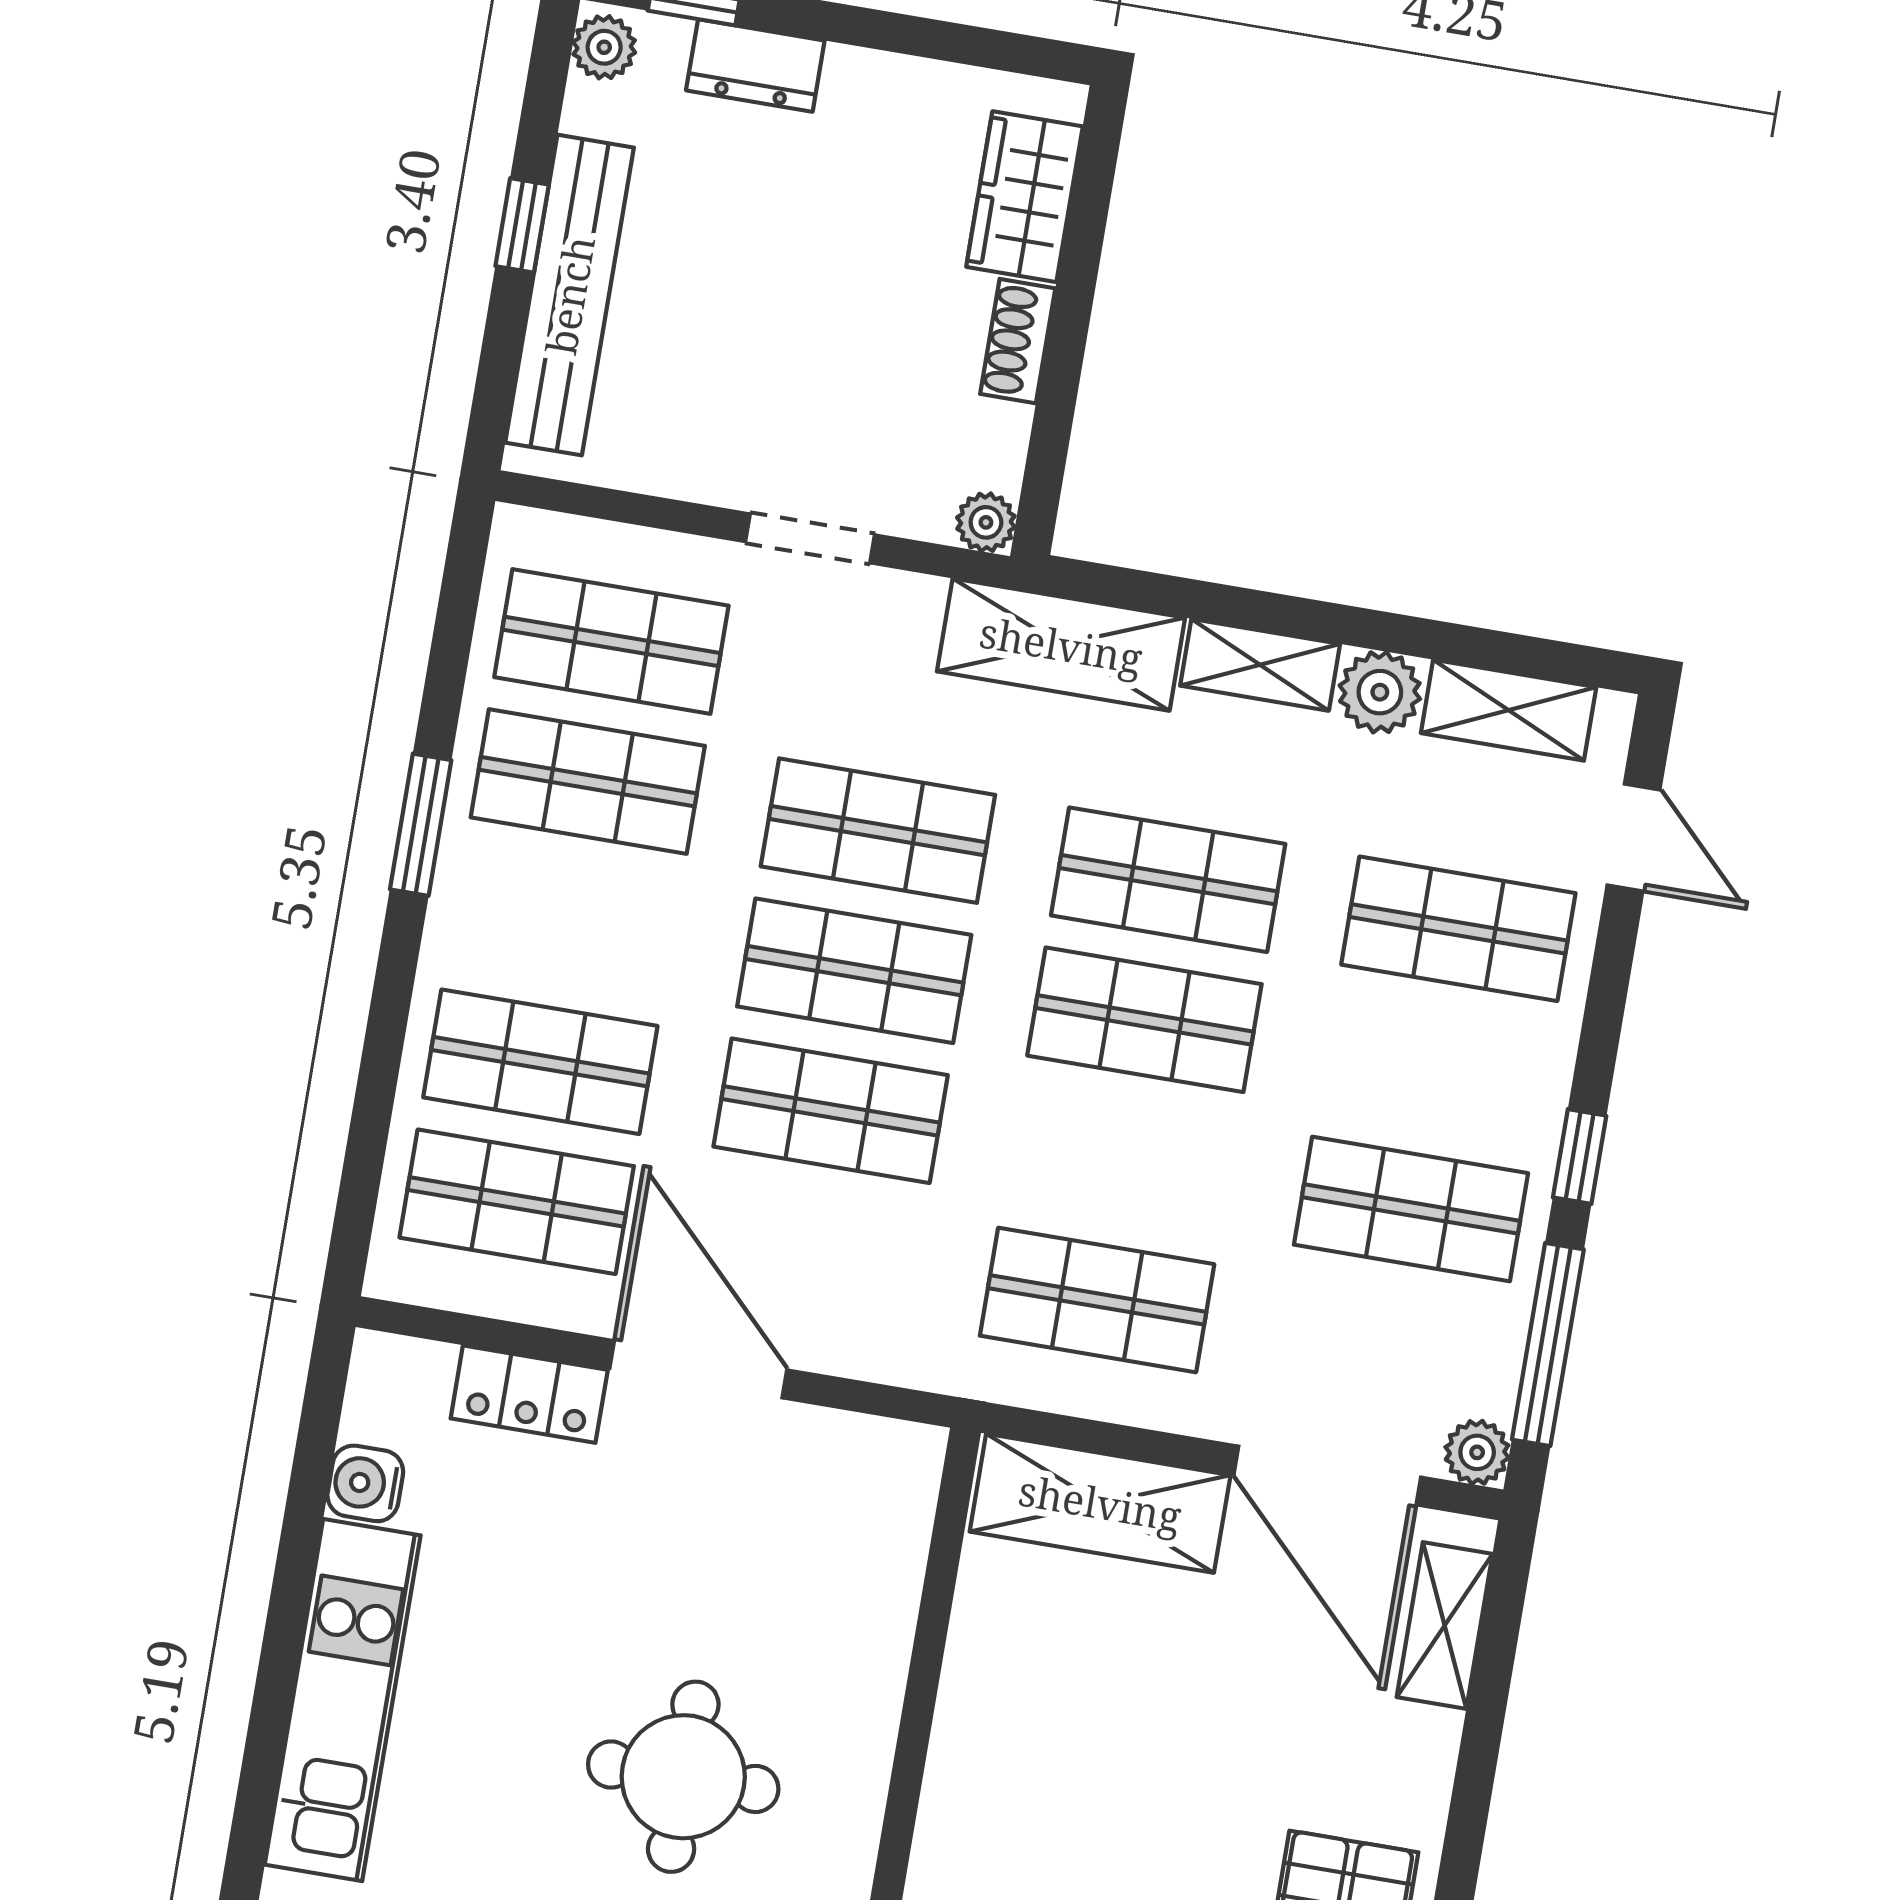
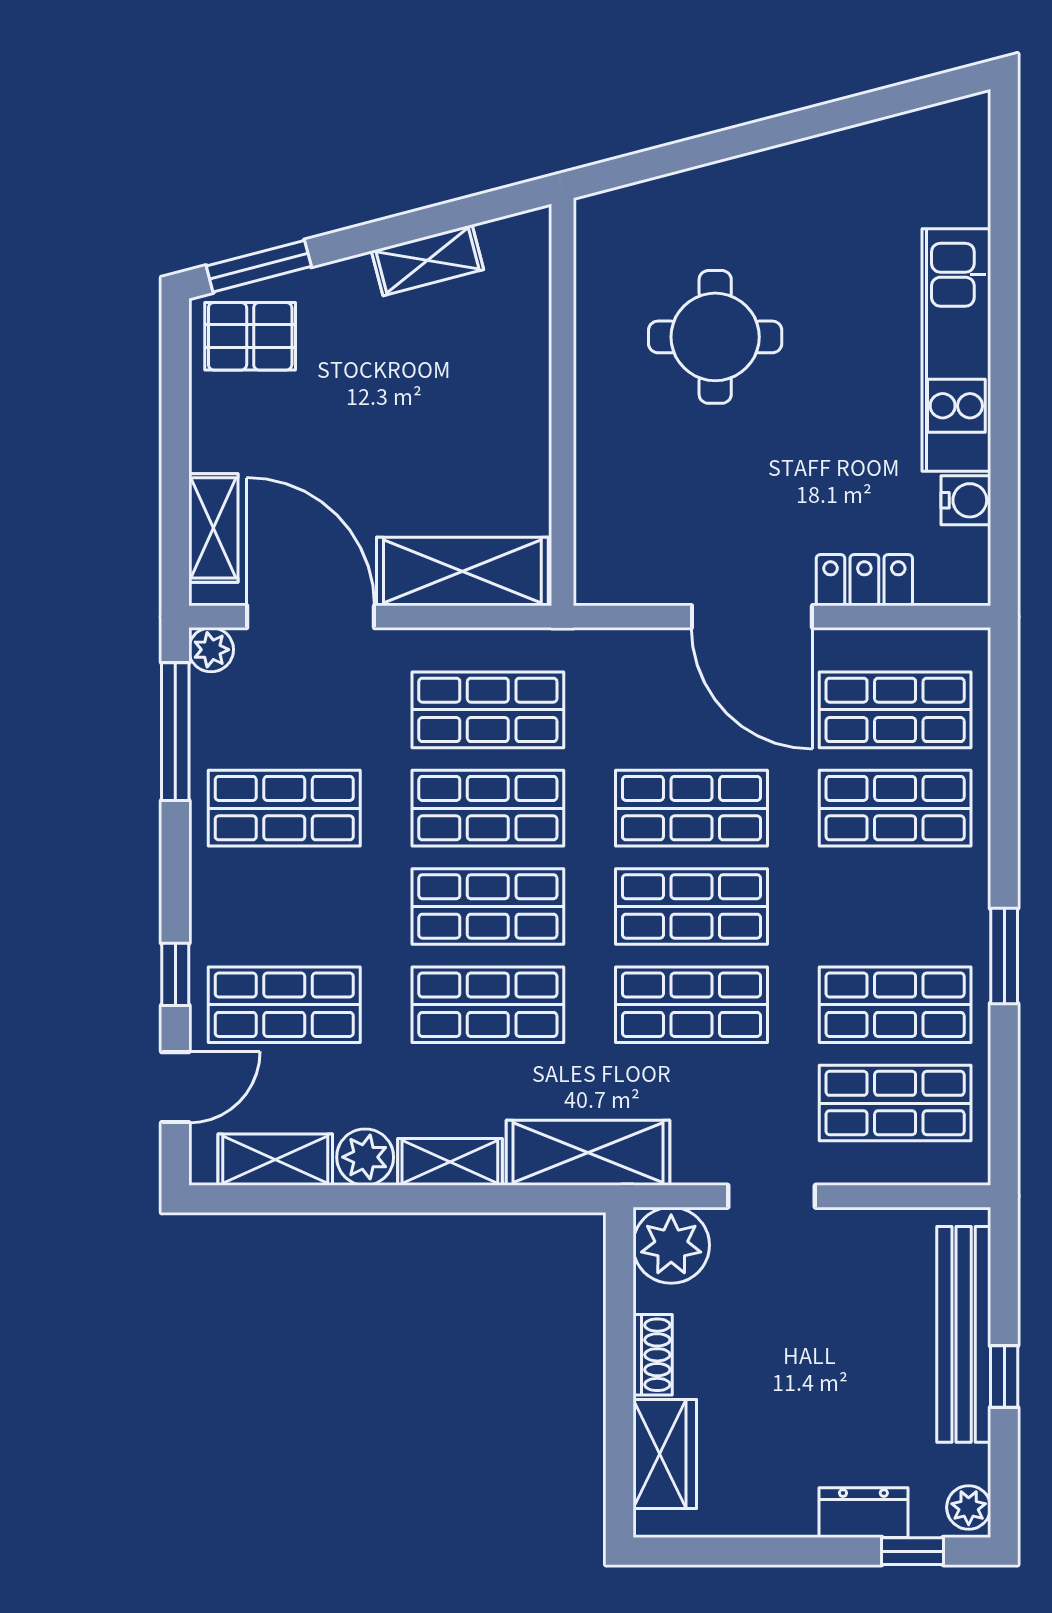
plant: (986, 522) -> (671, 1245), width x1.88, depth x1.88
door: (1634, 838) -> (175, 1087), swing flipped
window: (1580, 1157) -> (175, 974), moved
shop shelf: (1121, 1160) -> (488, 808), added

